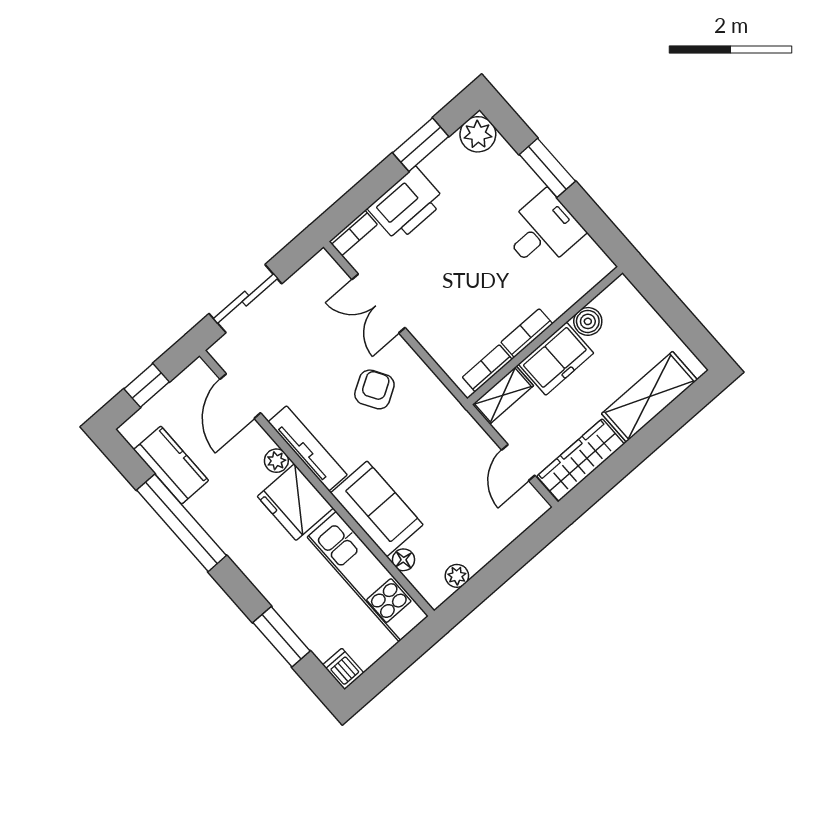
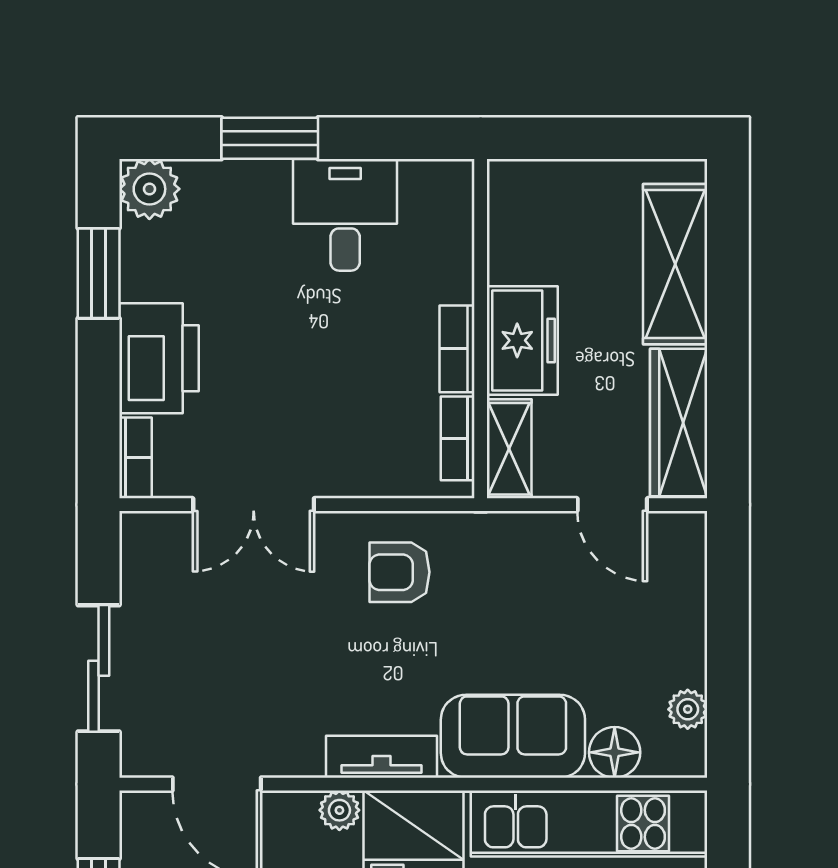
boiler: (588, 321) -> (510, 258), removed
armchair: (374, 389) -> (400, 572), moved, turned -59
tv unit: (308, 448) -> (381, 757), width x0.71
floor lamp: (403, 560) -> (615, 752), width x1.37, depth x1.37

